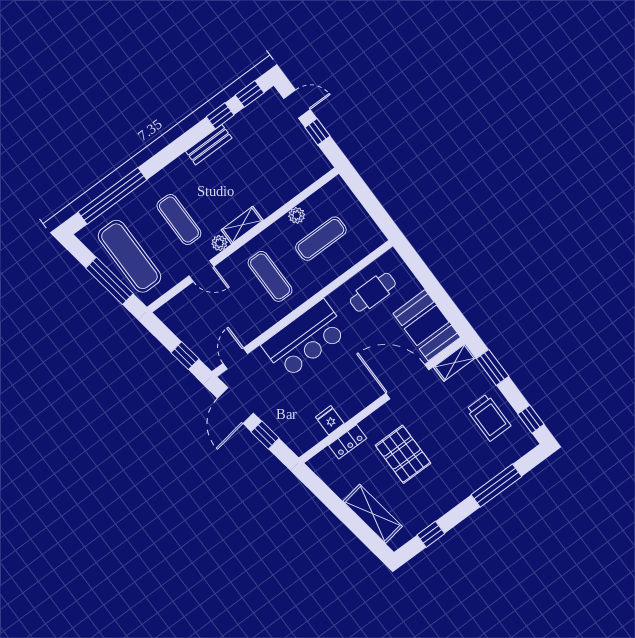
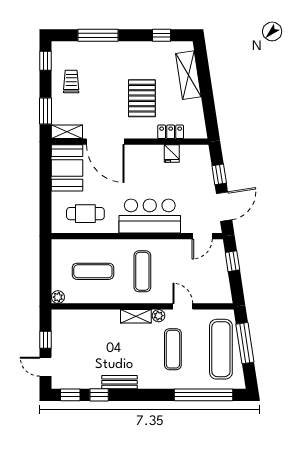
plant: (297, 215) -> (58, 297), moved
trolley: (489, 417) -> (71, 81), width x0.73, depth x0.72

